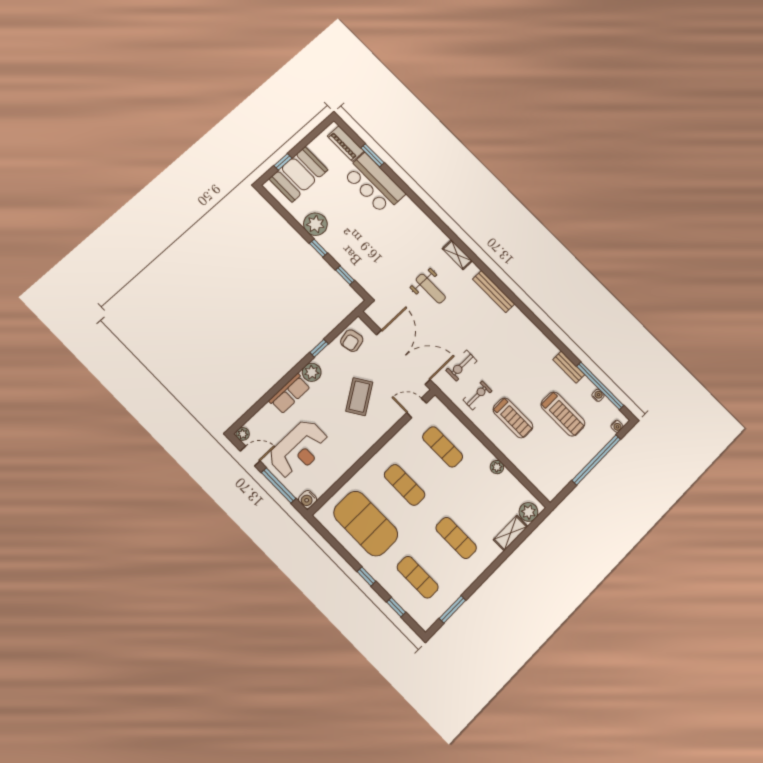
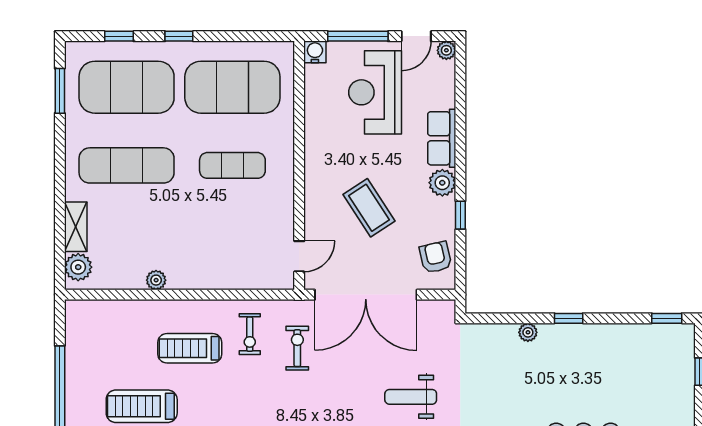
booth: (298, 174) -> (670, 375), removed
plant: (315, 224) -> (528, 332), moved, width x0.53, depth x0.53
window: (345, 275) -> (667, 318), moved
exercise mat: (443, 447) -> (232, 244), removed
exercise mat: (456, 538) -> (127, 165), width x1.36, depth x1.45
exercise mat: (418, 577) -> (127, 87), width x2.00, depth x1.45

